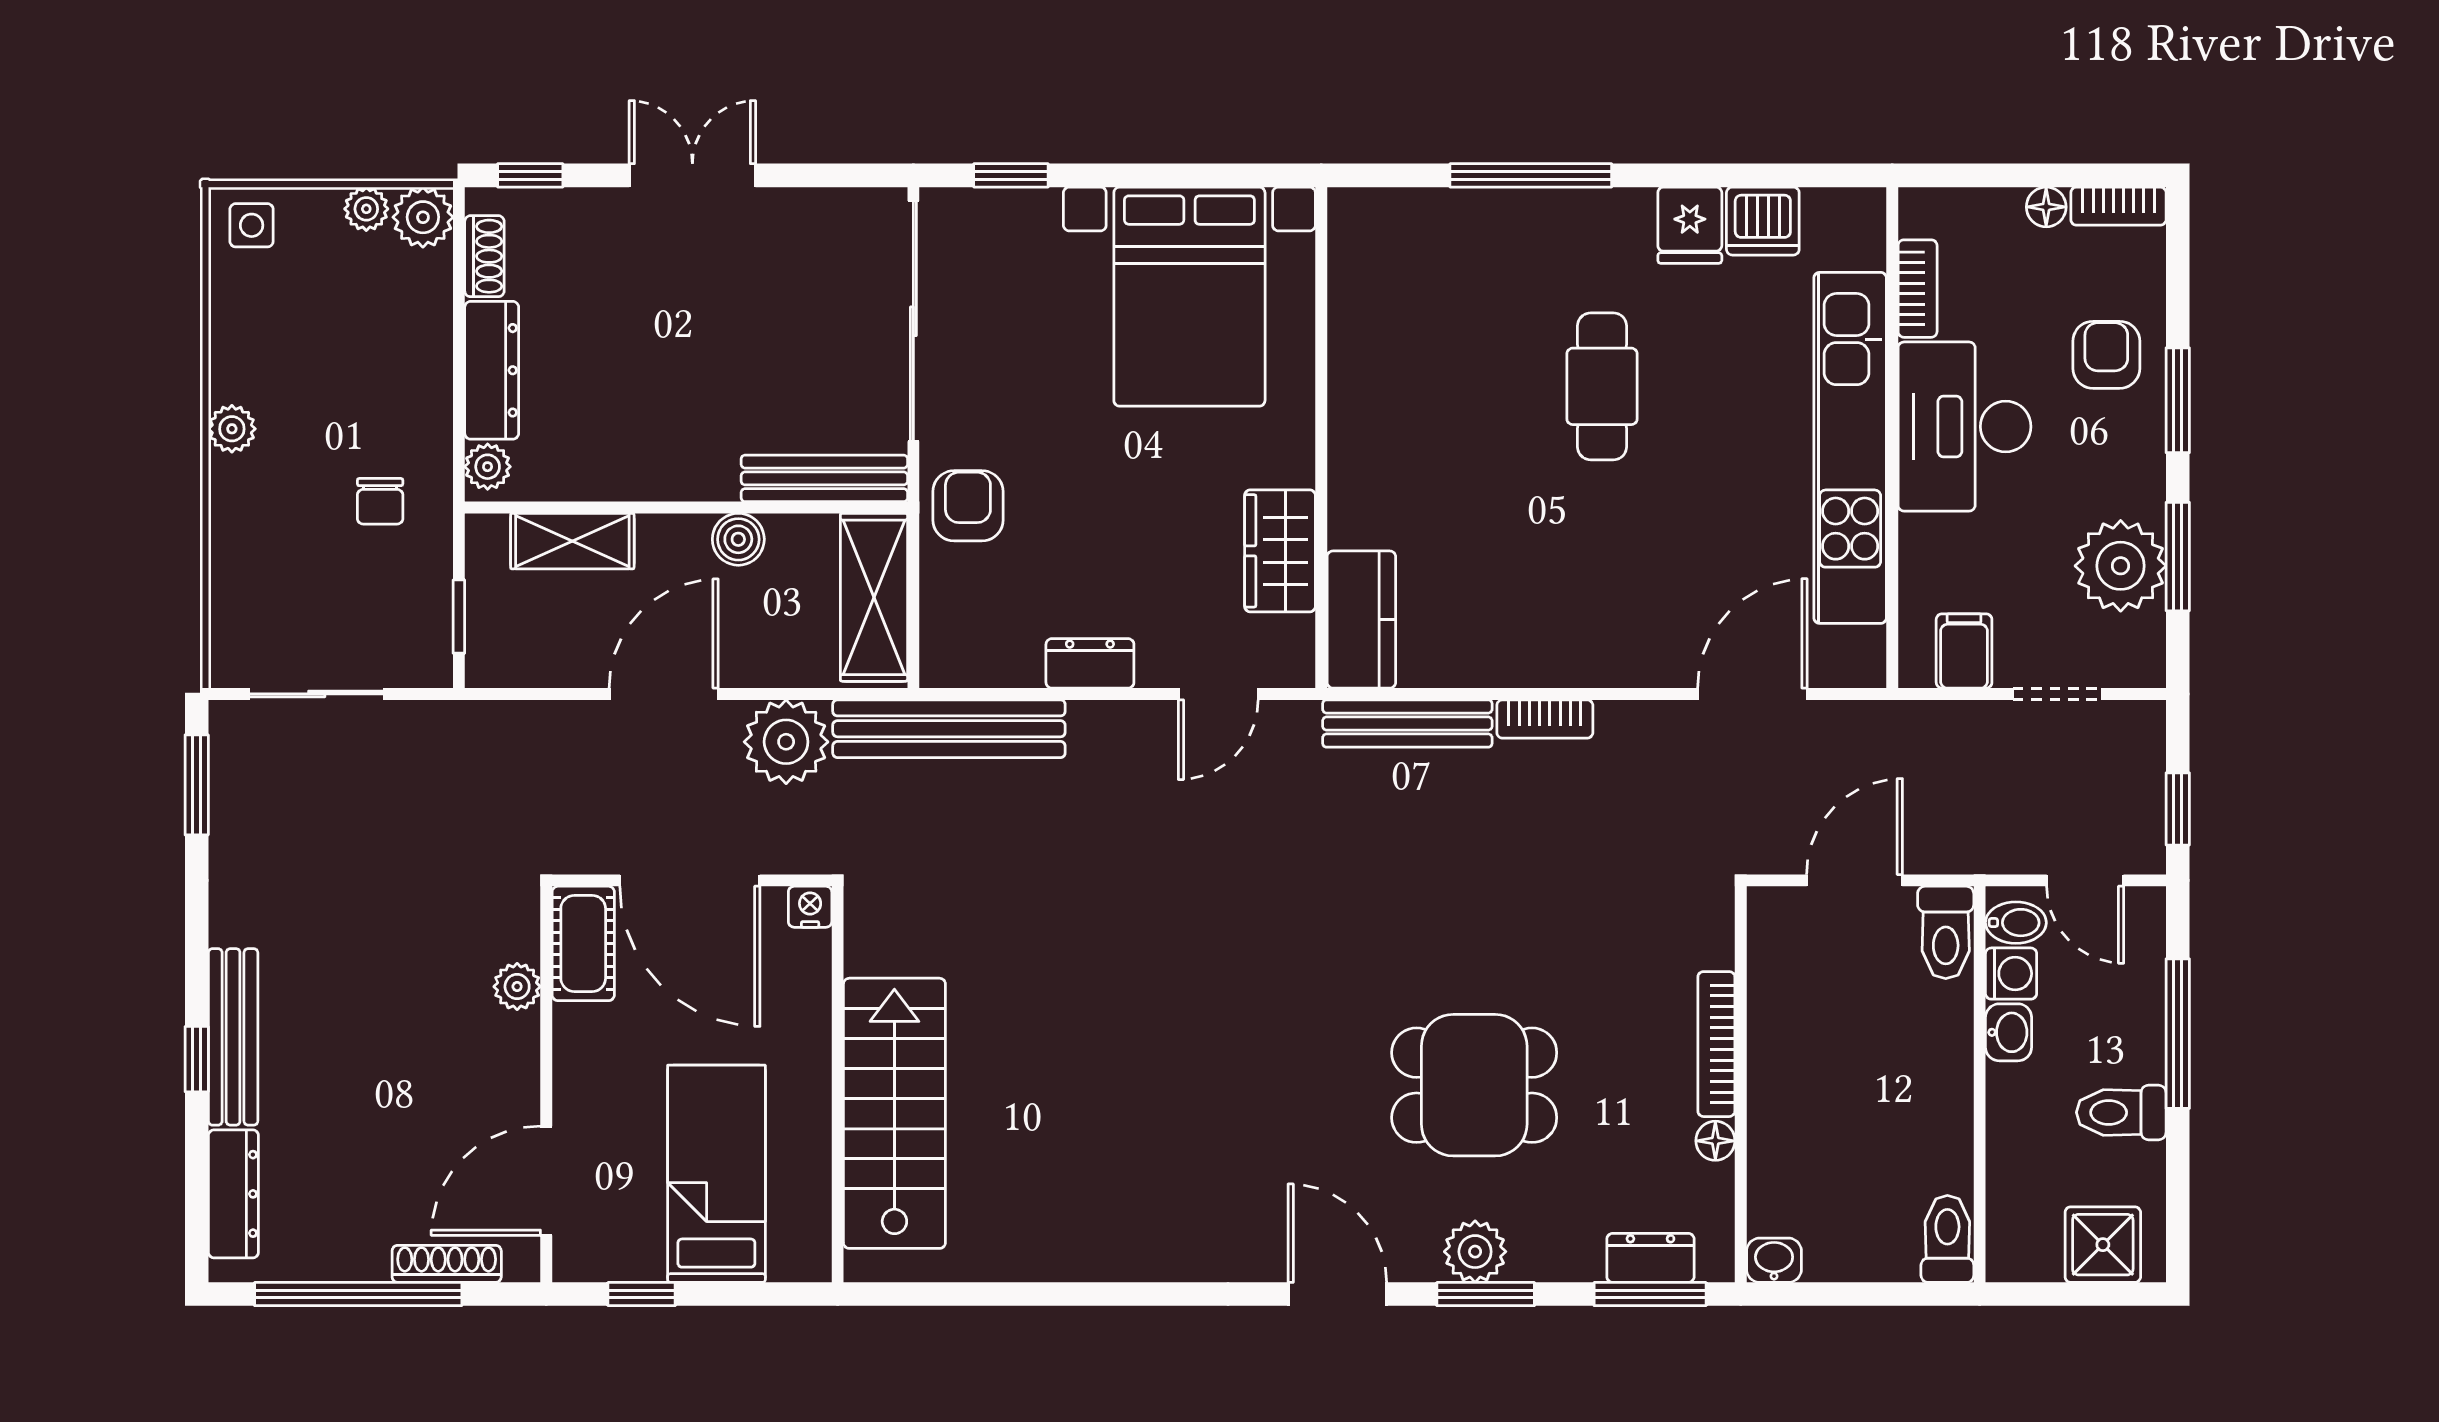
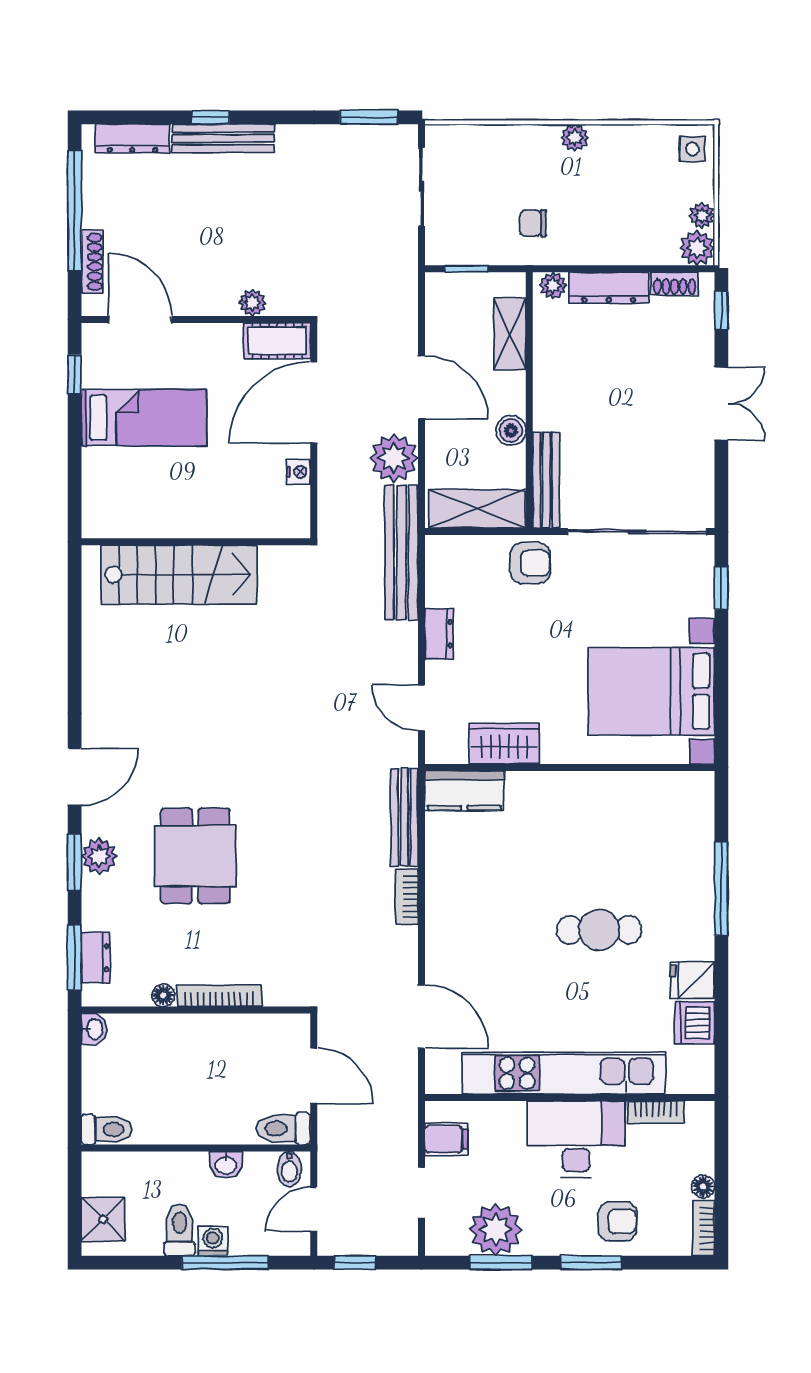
washing machine: (2011, 974) -> (213, 1241), moved, turned 180
wall: (838, 1084) -> (196, 542), moved
stairs: (894, 1113) -> (179, 575), moved

